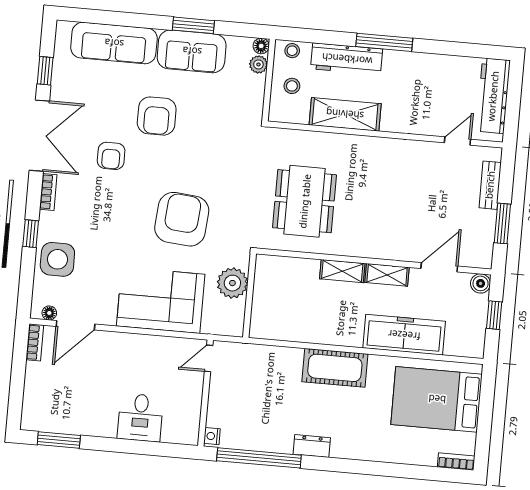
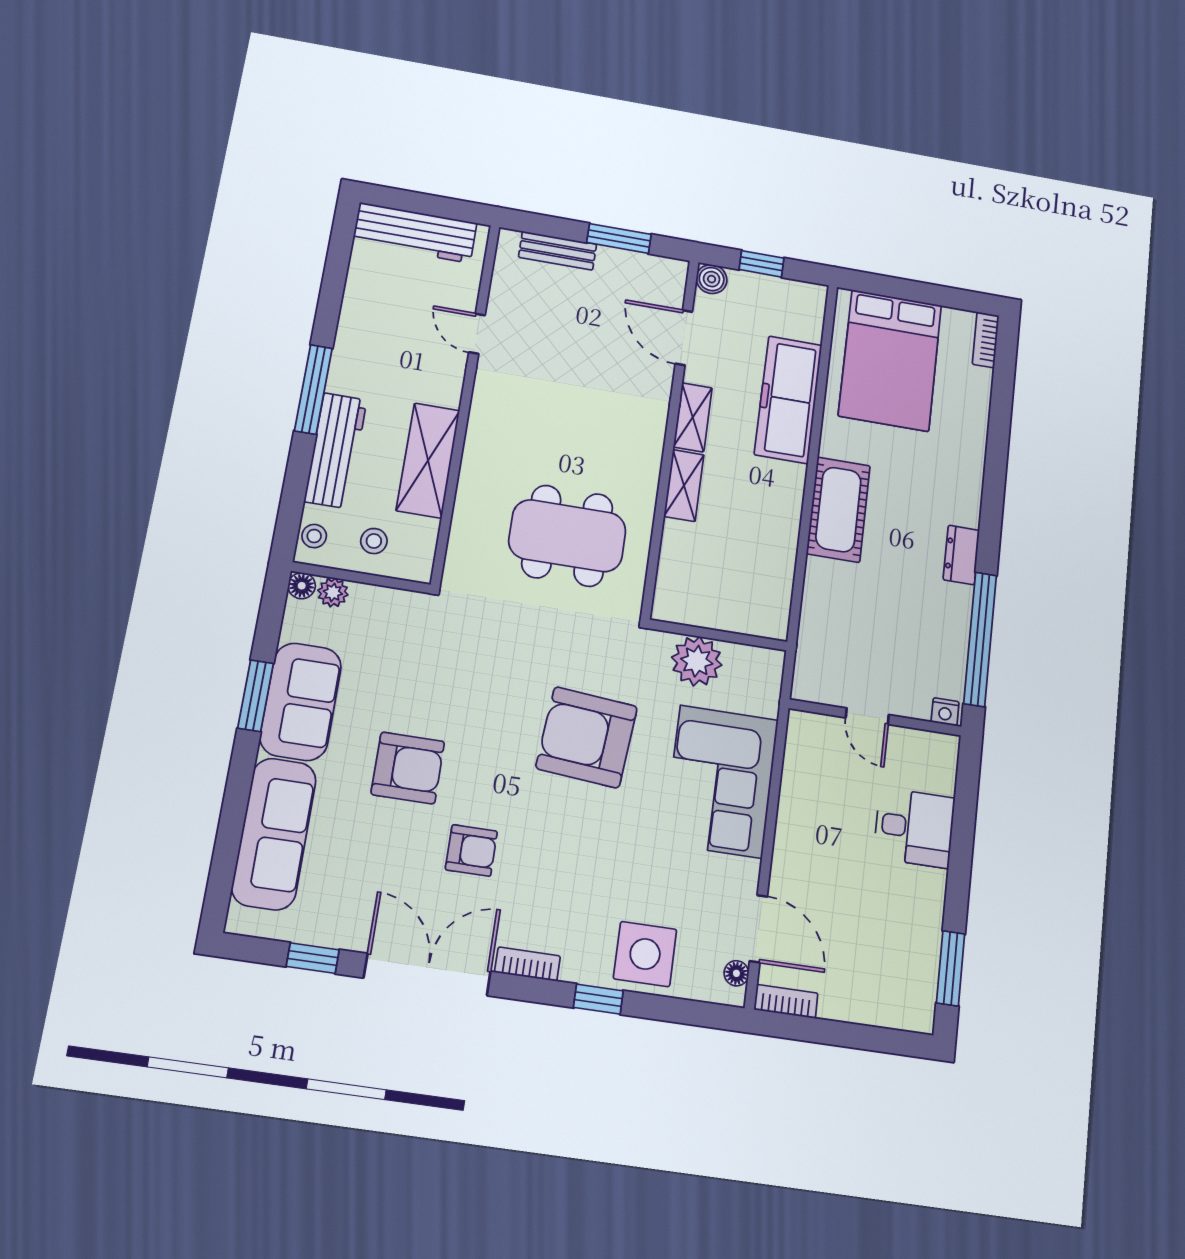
door: (458, 141) -> (477, 334), moved
door: (209, 358) -> (867, 716), moved

